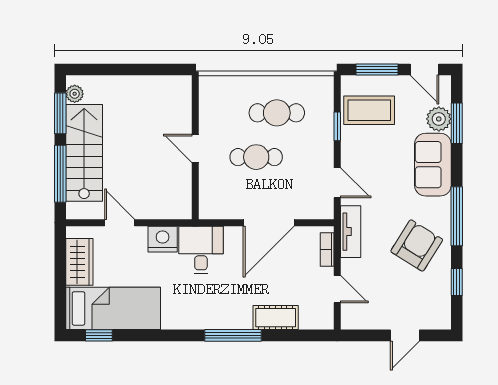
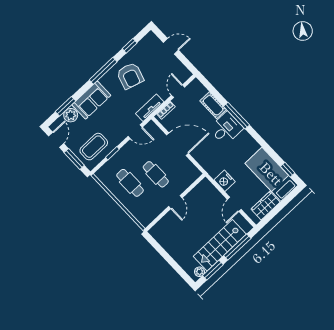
coffee table: (369, 110) -> (94, 147), turned 90
door: (337, 183) -> (135, 132), swing flipped
armchair: (417, 246) -> (130, 76), turned -105
desk: (201, 250) -> (226, 128), moved, turned 180

